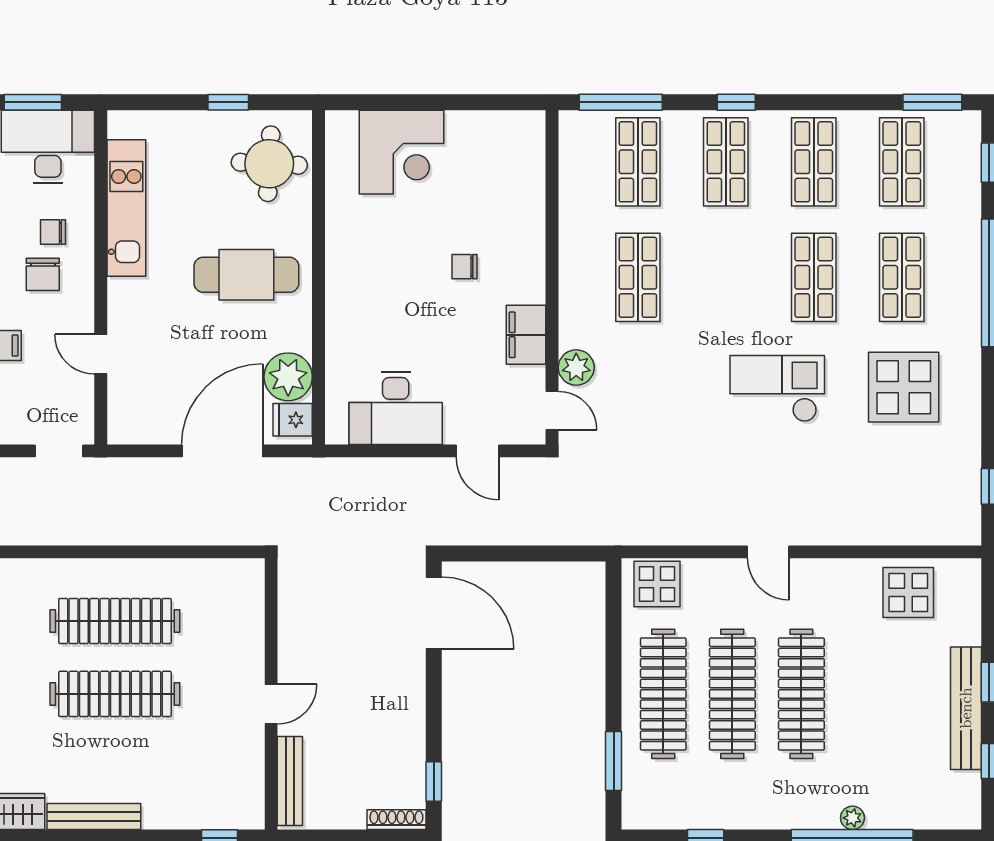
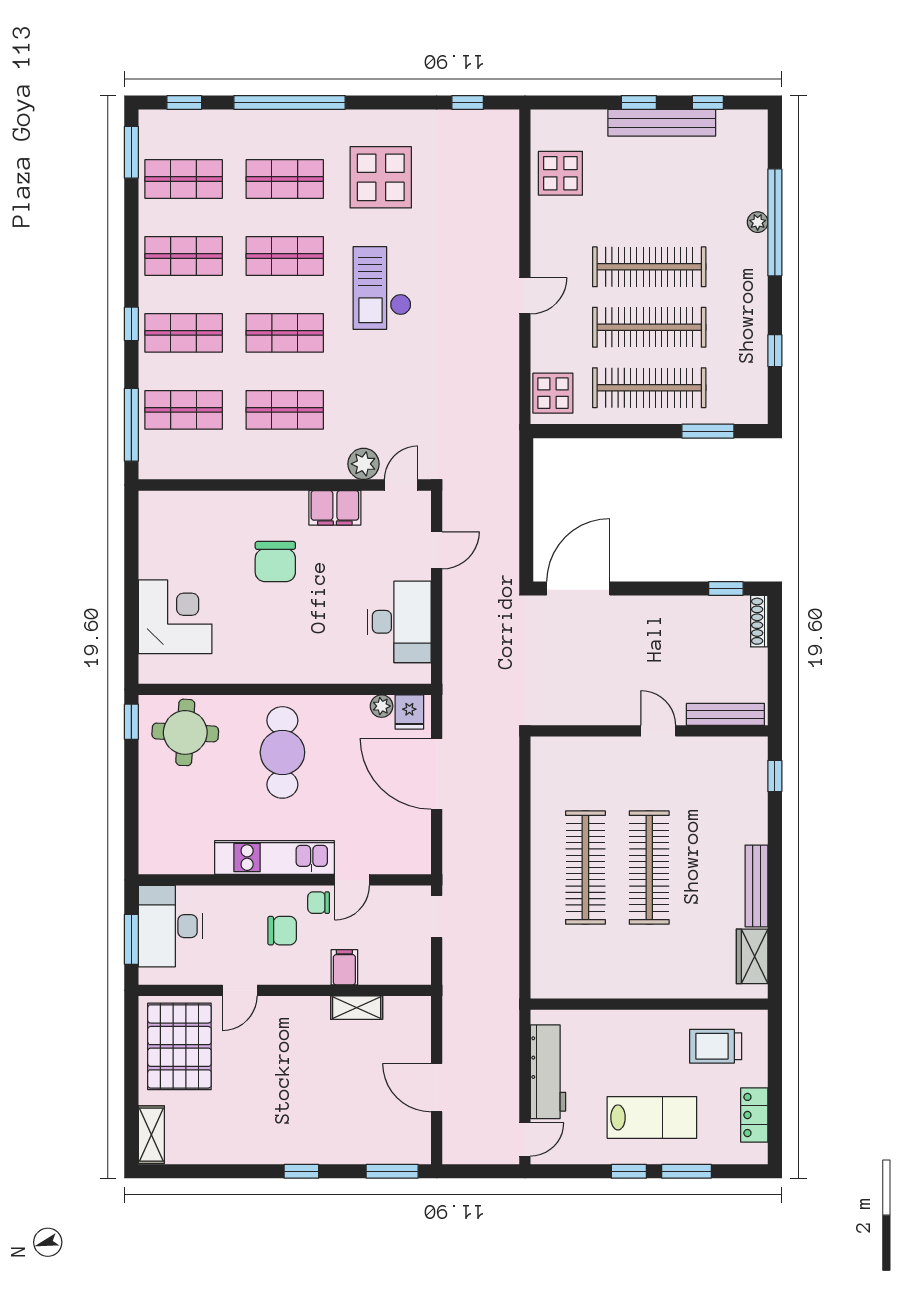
window: (228, 102) -> (131, 722), moved
kitchen unit: (126, 208) -> (275, 858), moved
chair: (53, 232) -> (319, 903), moved, turned 90
chair: (465, 267) -> (275, 562), width x1.87, depth x1.87
shop shelf: (726, 277) -> (285, 333), added
plant: (288, 377) -> (382, 706), width x0.53, depth x0.53

